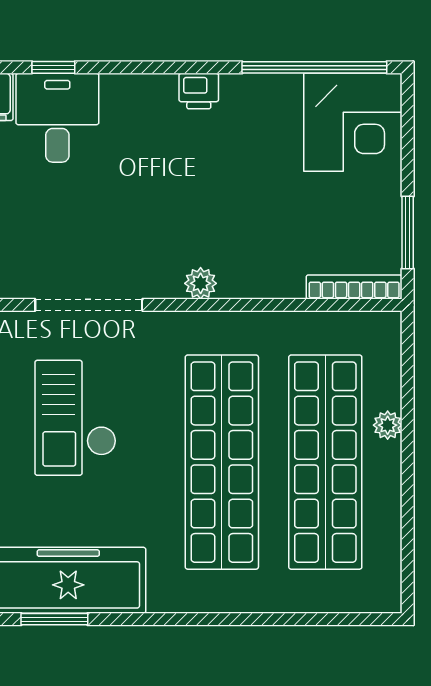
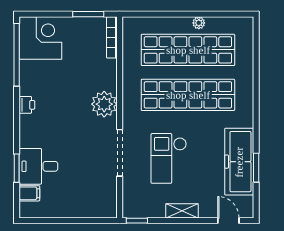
window: (53, 67) -> (17, 168), width x1.50
plant: (201, 283) -> (104, 104), width x1.88, depth x1.88
checkout: (75, 418) -> (169, 158), turned 90
plant: (388, 425) -> (199, 23), moved

